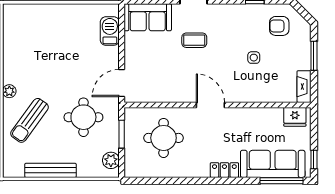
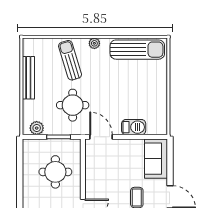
barbecue: (110, 31) -> (134, 127), moved
sun lounger: (17, 40) -> (137, 50), added
sun lounger: (30, 120) -> (70, 60), turned 37

